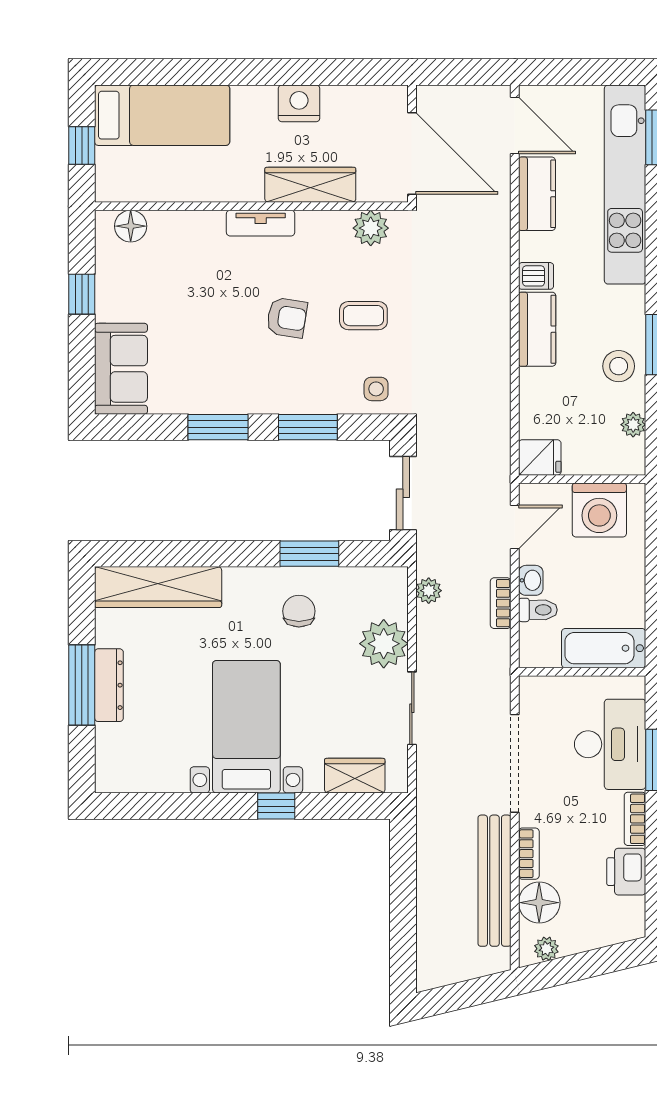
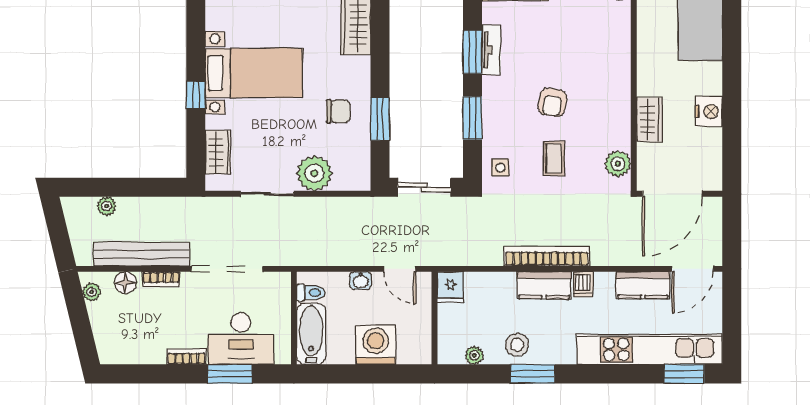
wardrobe: (310, 185) -> (649, 120), width x0.67
tv unit: (261, 223) -> (491, 50), moved, turned 180
washing machine: (599, 510) -> (376, 345), moved, turned 90
plant: (429, 591) -> (107, 206), moved
bookcase: (501, 603) -> (547, 256), moved, width x2.31, depth x1.31
toilet: (538, 610) -> (311, 293), moved, turned -90
printer: (626, 872) -> (148, 350), removed
floor lamp: (539, 903) -> (125, 283), width x0.73, depth x0.73

